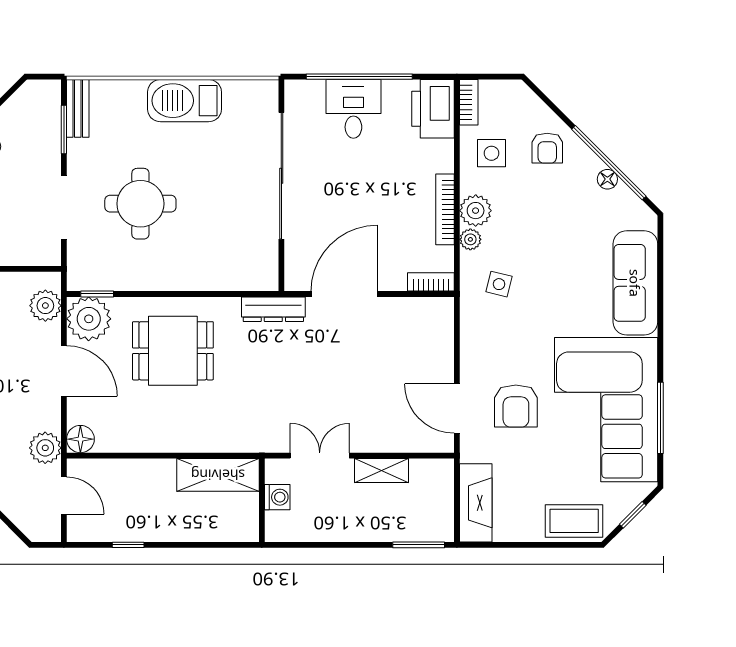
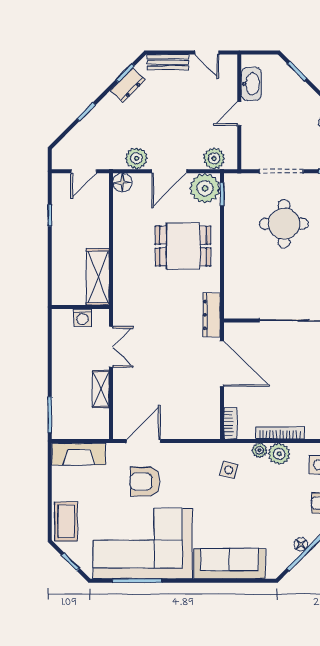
dining table: (173, 351) -> (183, 246), turned 90
plant: (45, 448) -> (136, 158), moved

